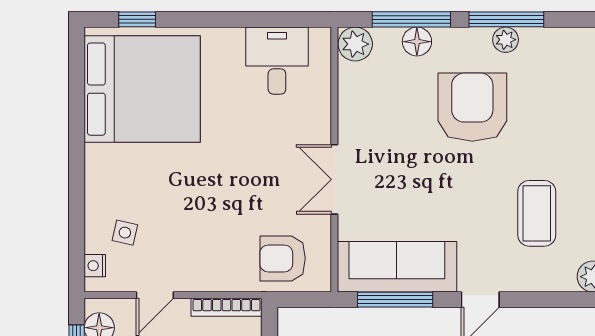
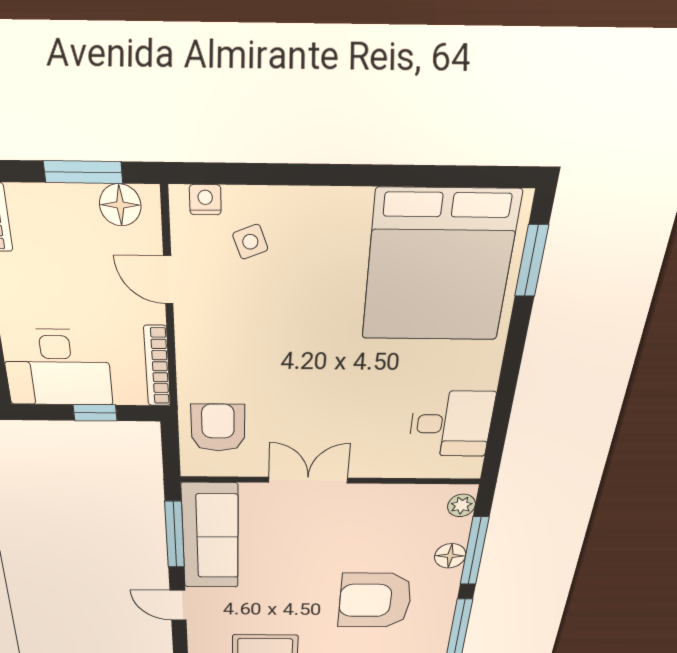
window: (137, 19) -> (531, 261), width x1.50
plant: (506, 40) -> (439, 627), removed
plant: (355, 44) -> (461, 505), width x0.73, depth x0.73
armchair: (472, 107) -> (375, 601), turned 180
side table: (125, 233) -> (250, 242), turned -34

